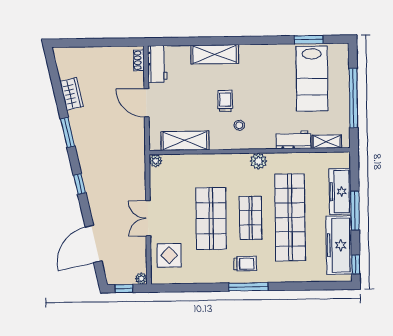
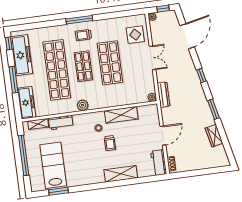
door: (146, 103) -> (163, 136), hinge flipped
shelving: (185, 141) -> (121, 115), moved
dresser: (138, 163) -> (164, 95), added
freezer: (340, 192) -> (27, 103), moved

